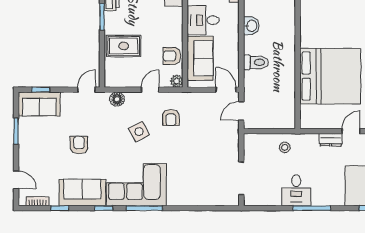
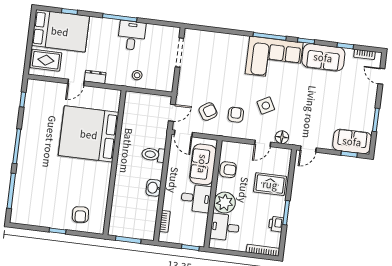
plant: (177, 81) -> (225, 203), moved, width x1.88, depth x1.88
door: (150, 90) -> (263, 143), moved
armchair: (79, 145) -> (208, 112), moved, turned -123

